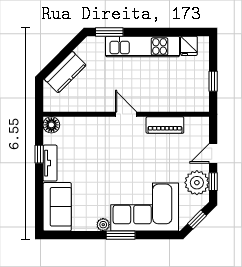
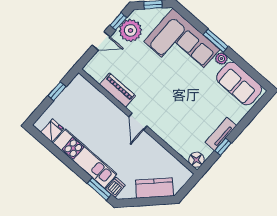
dishwasher: (98, 45) -> (115, 187), added
sofa: (57, 207) -> (239, 83), moved, turned -90

